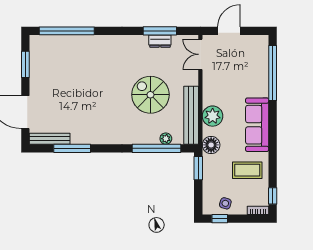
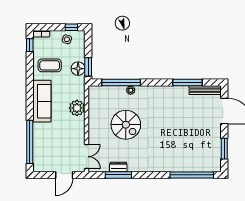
bench: (191, 115) -> (94, 109), removed
plant: (166, 139) -> (131, 90), moved
floor lamp: (211, 145) -> (78, 69), moved

